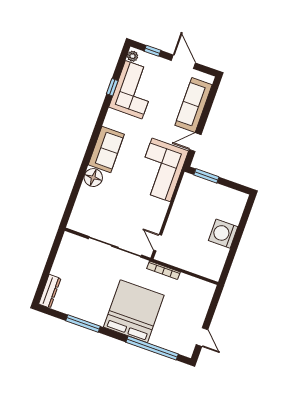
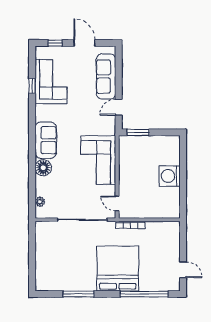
plant: (133, 56) -> (40, 202), moved
corner sofa: (161, 170) -> (98, 160), moved
dresser: (50, 291) -> (41, 277), removed

